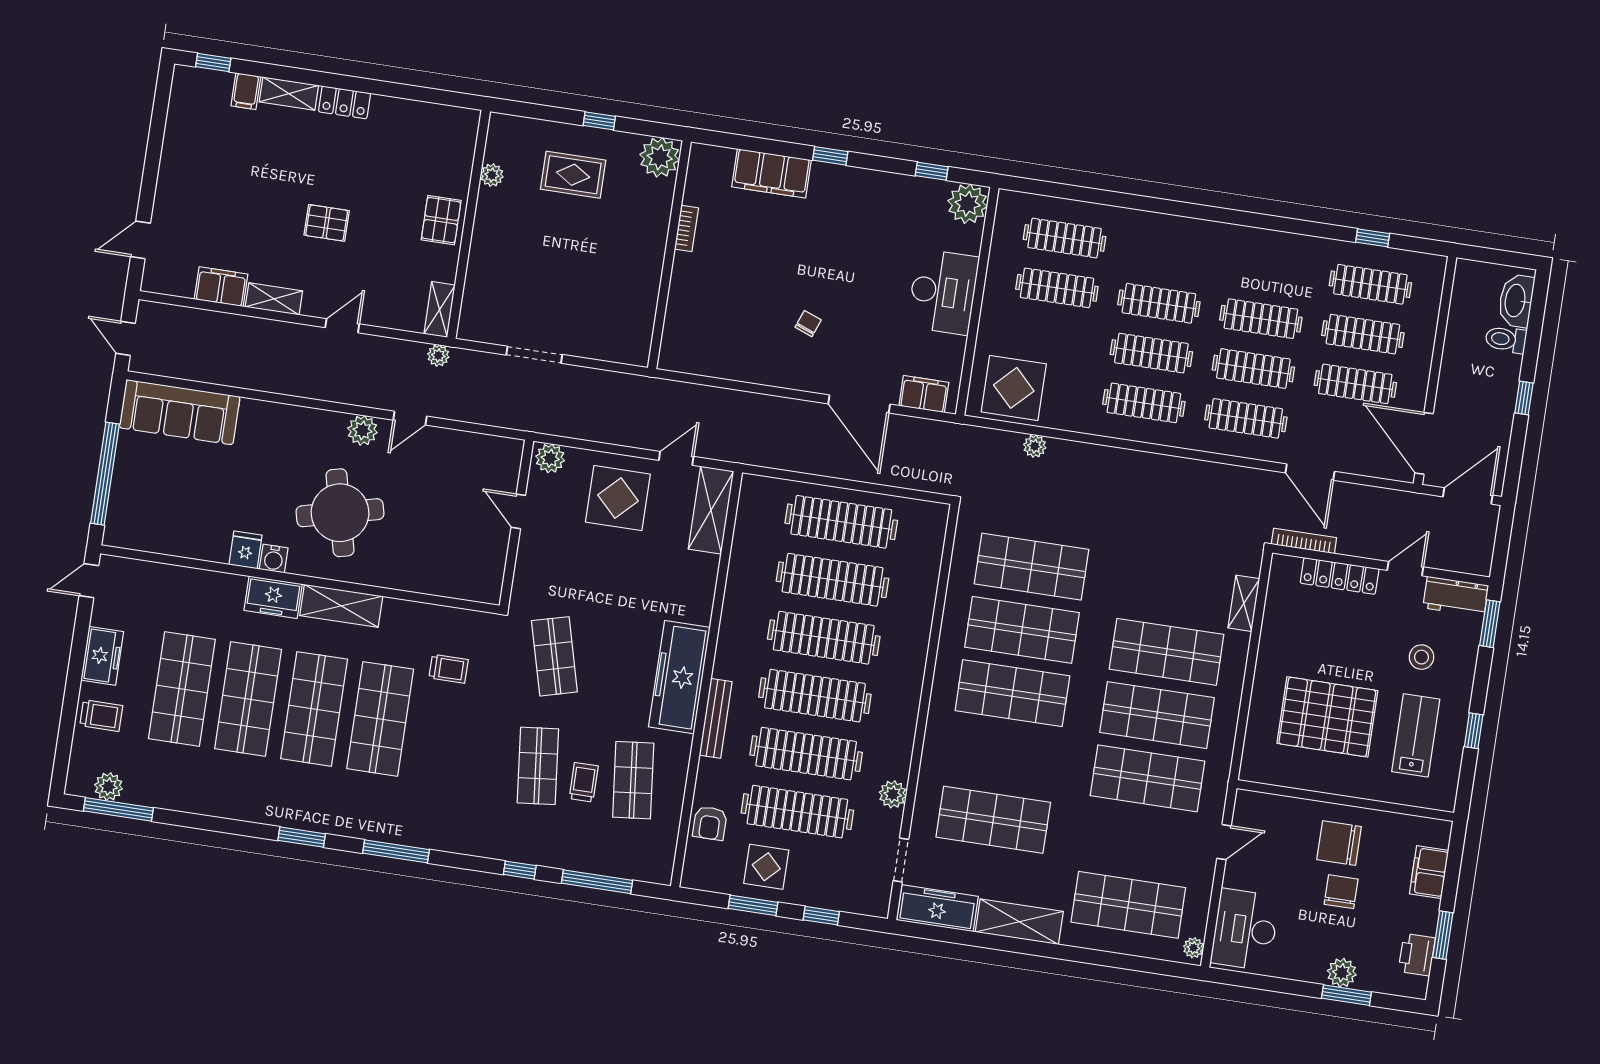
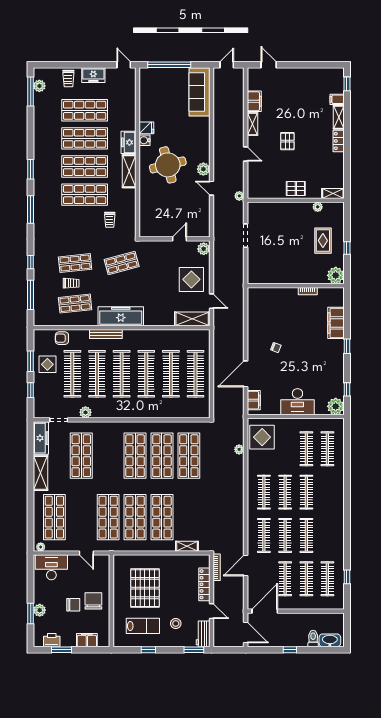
shelving: (440, 309) -> (333, 194), moved

